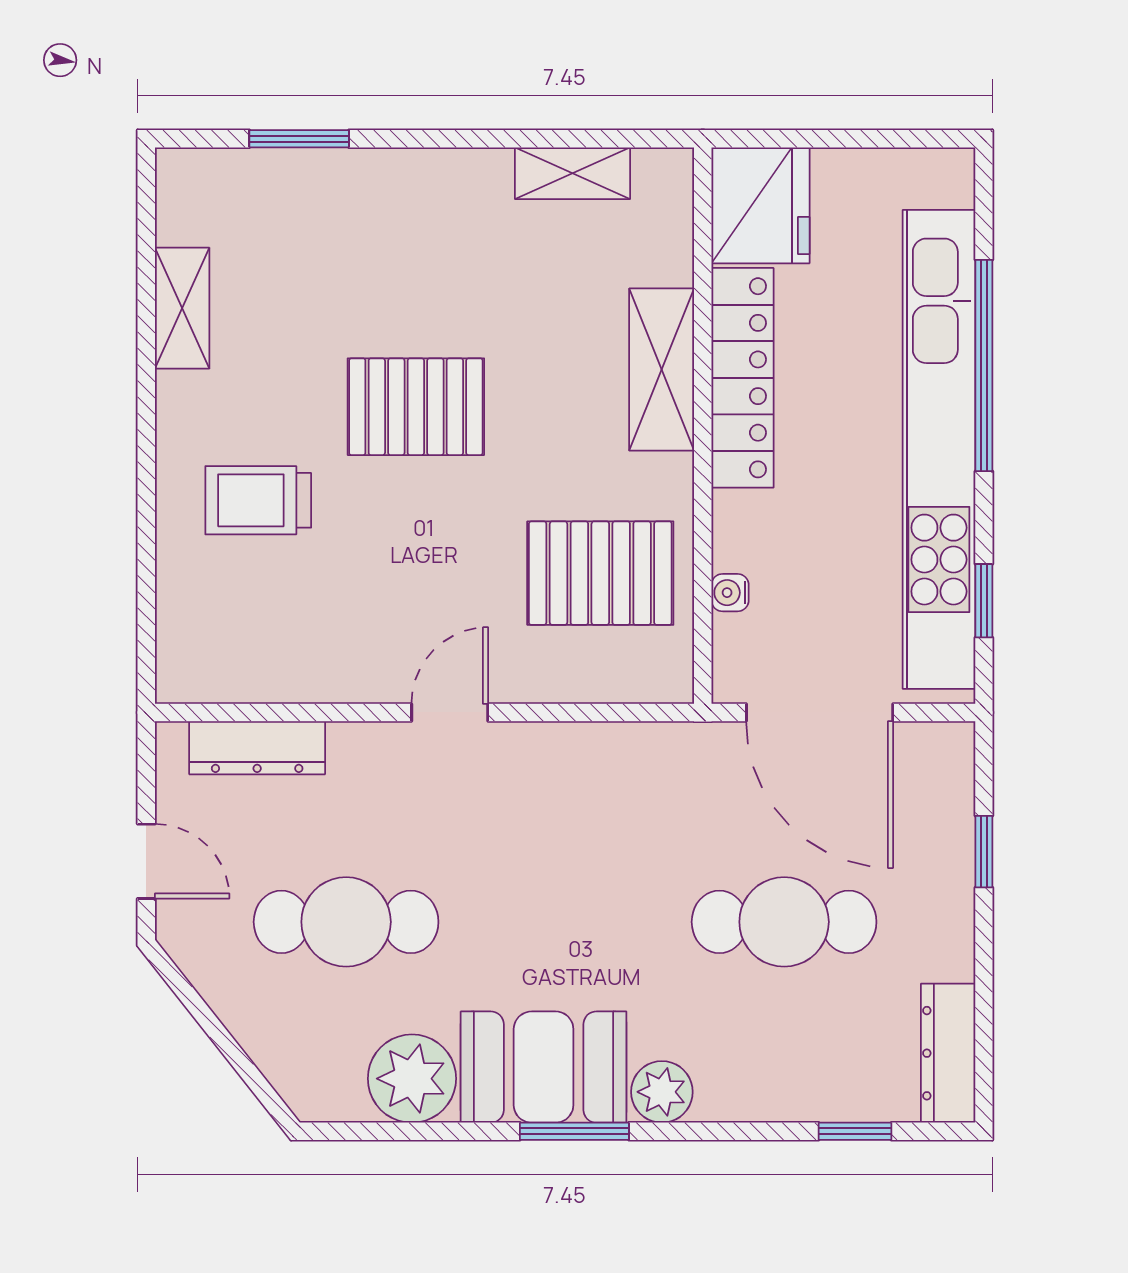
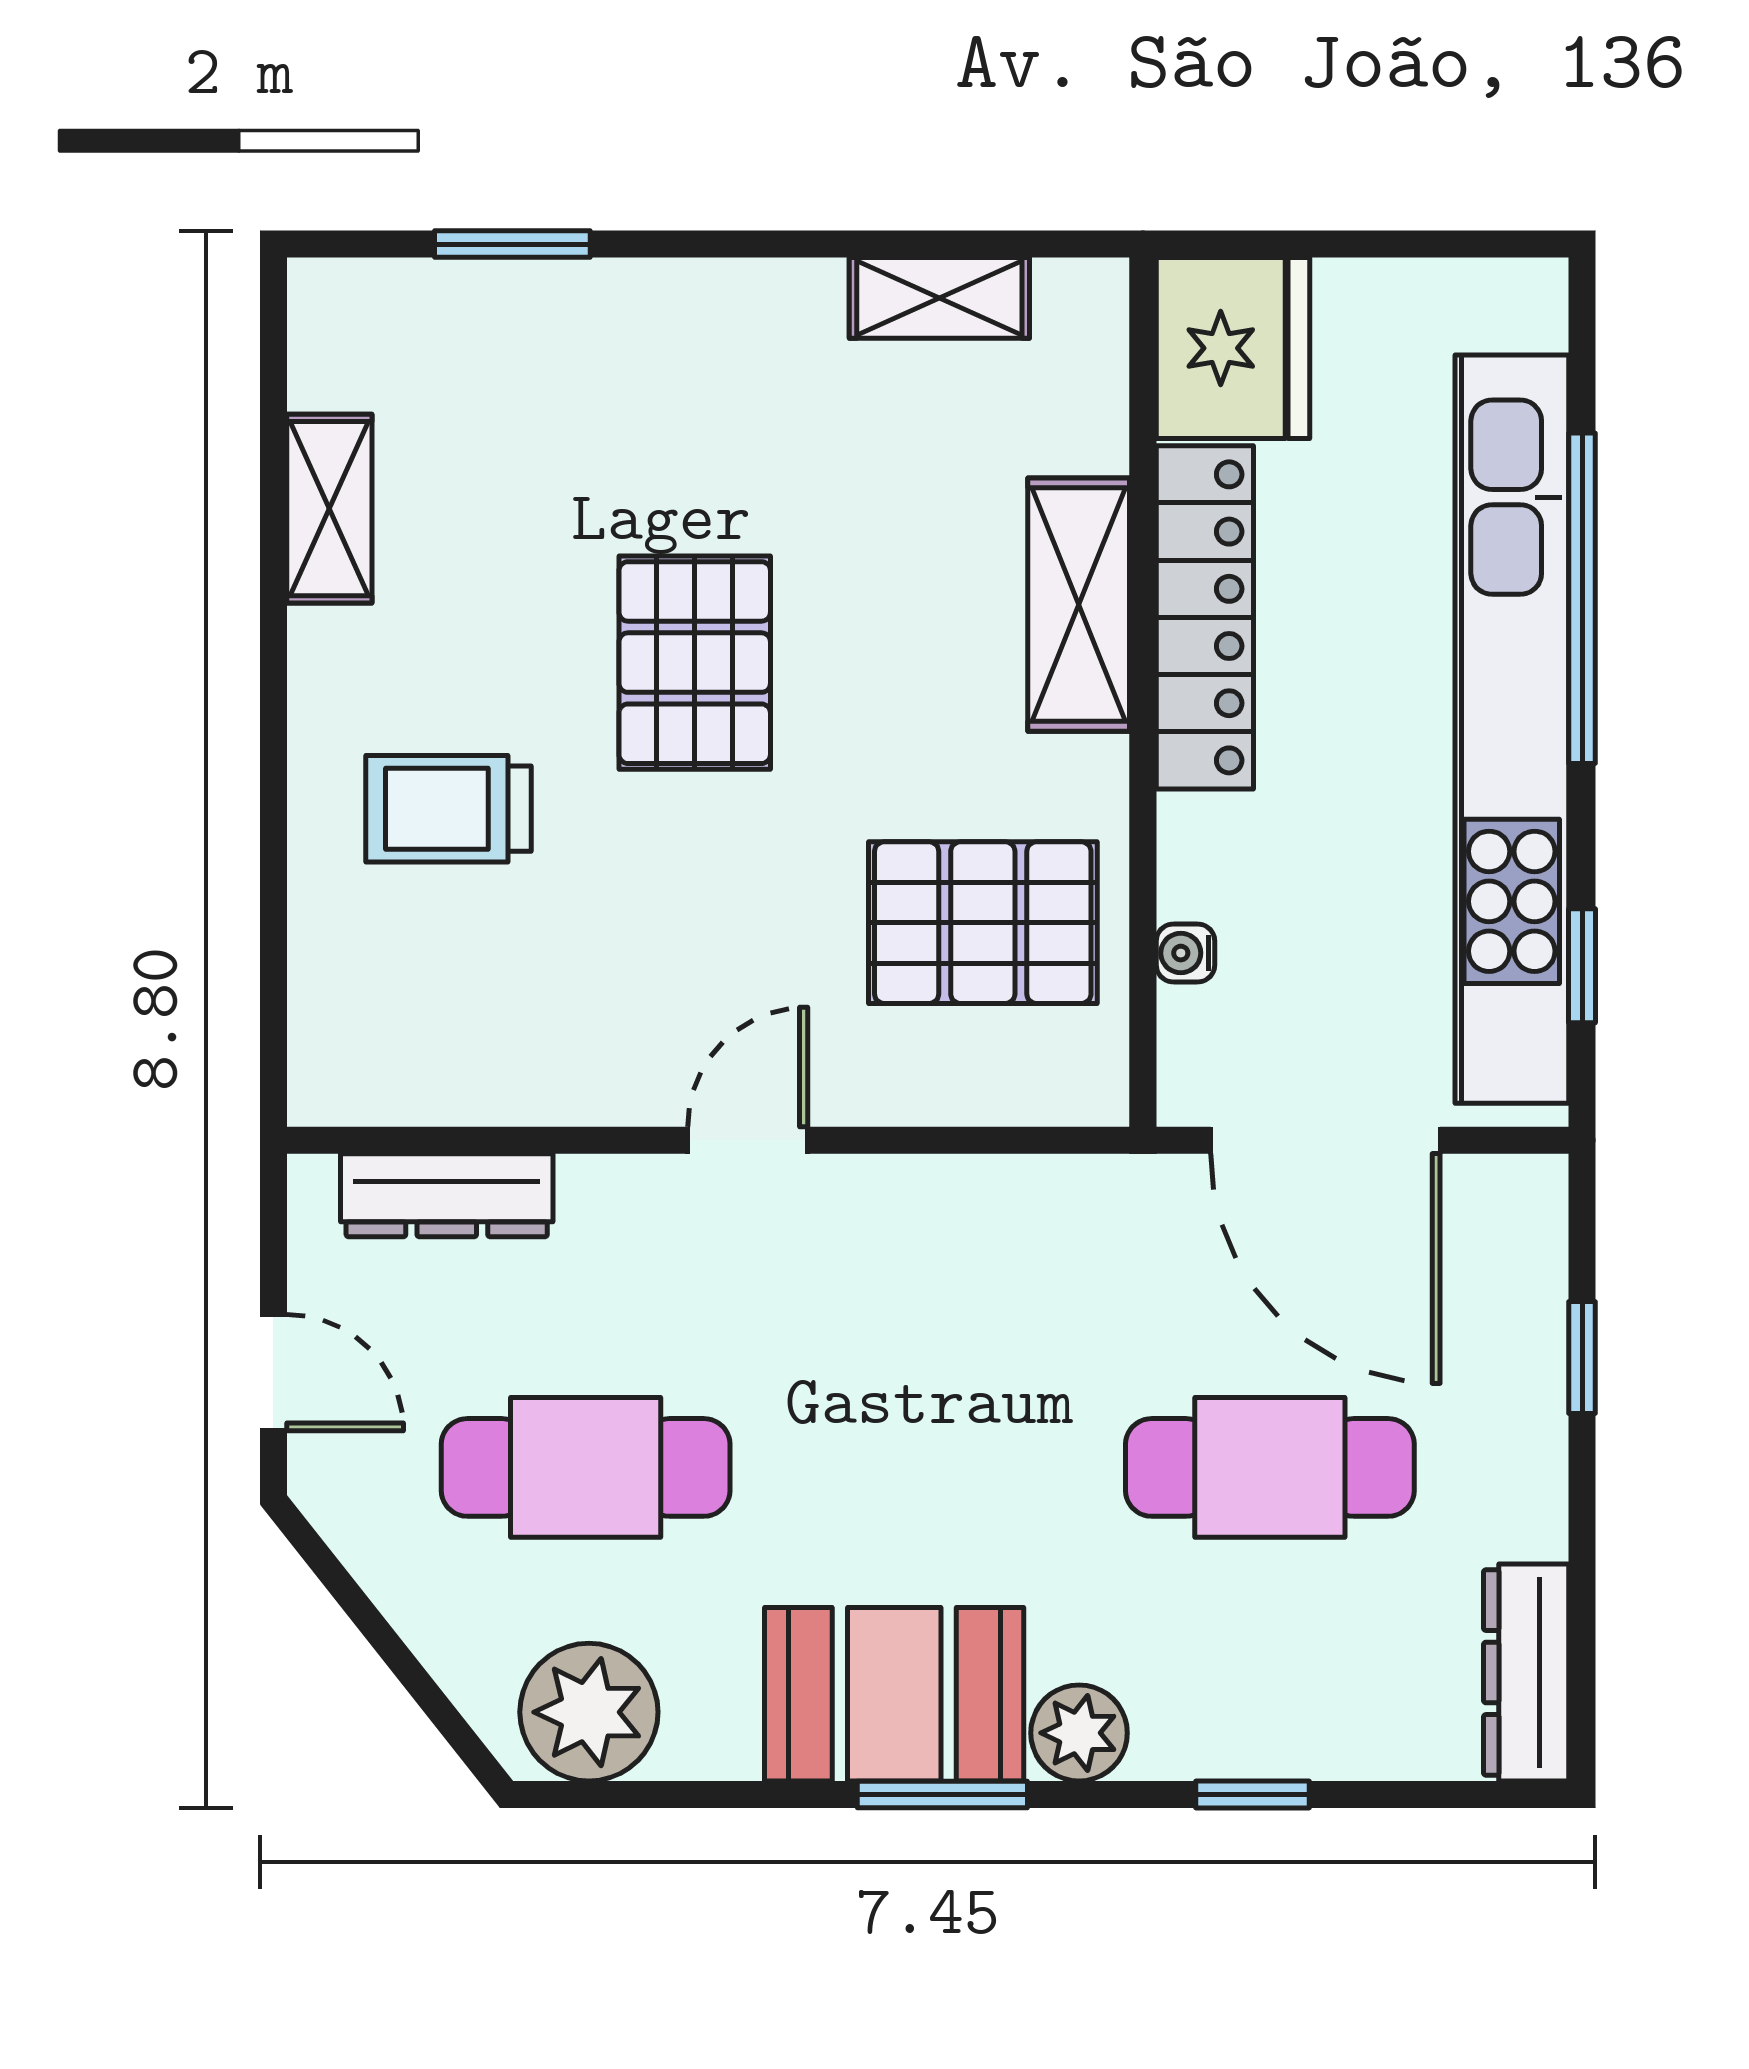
pallet: (416, 407) -> (695, 663), turned 90
plant: (412, 1079) -> (589, 1712), moved
window: (855, 1131) -> (1252, 1795), moved

